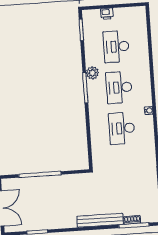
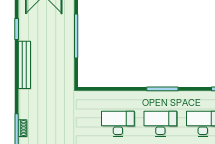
plant: (92, 73) -> (177, 97), removed
bench: (100, 220) -> (24, 65), moved

